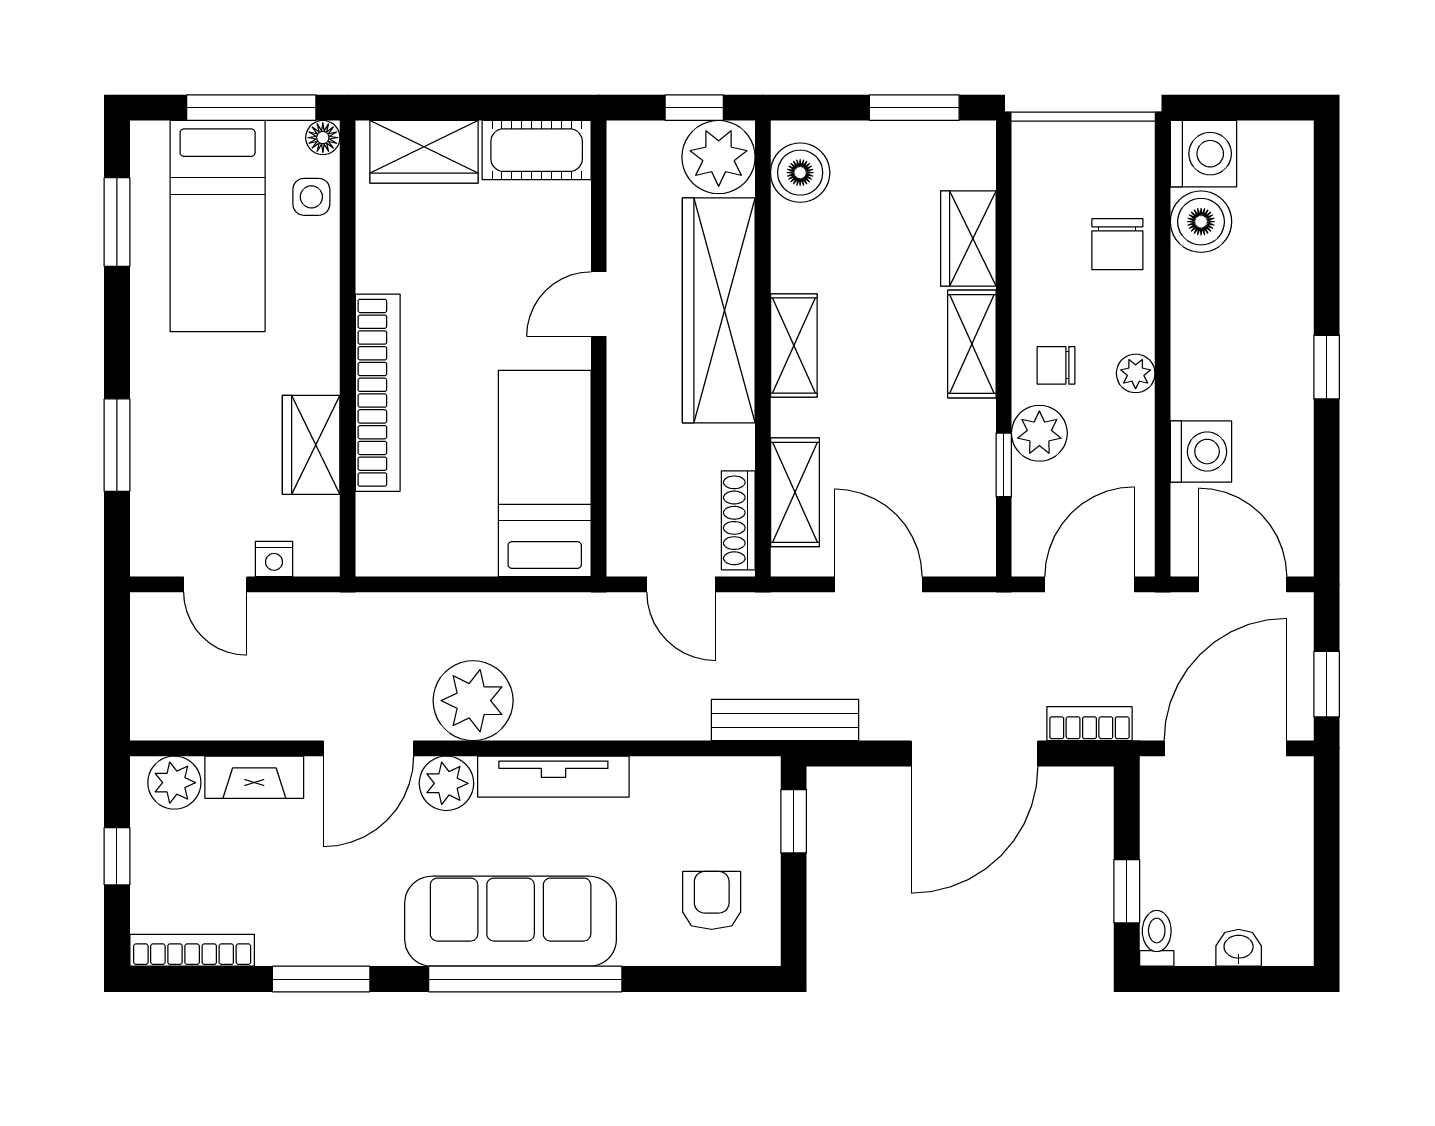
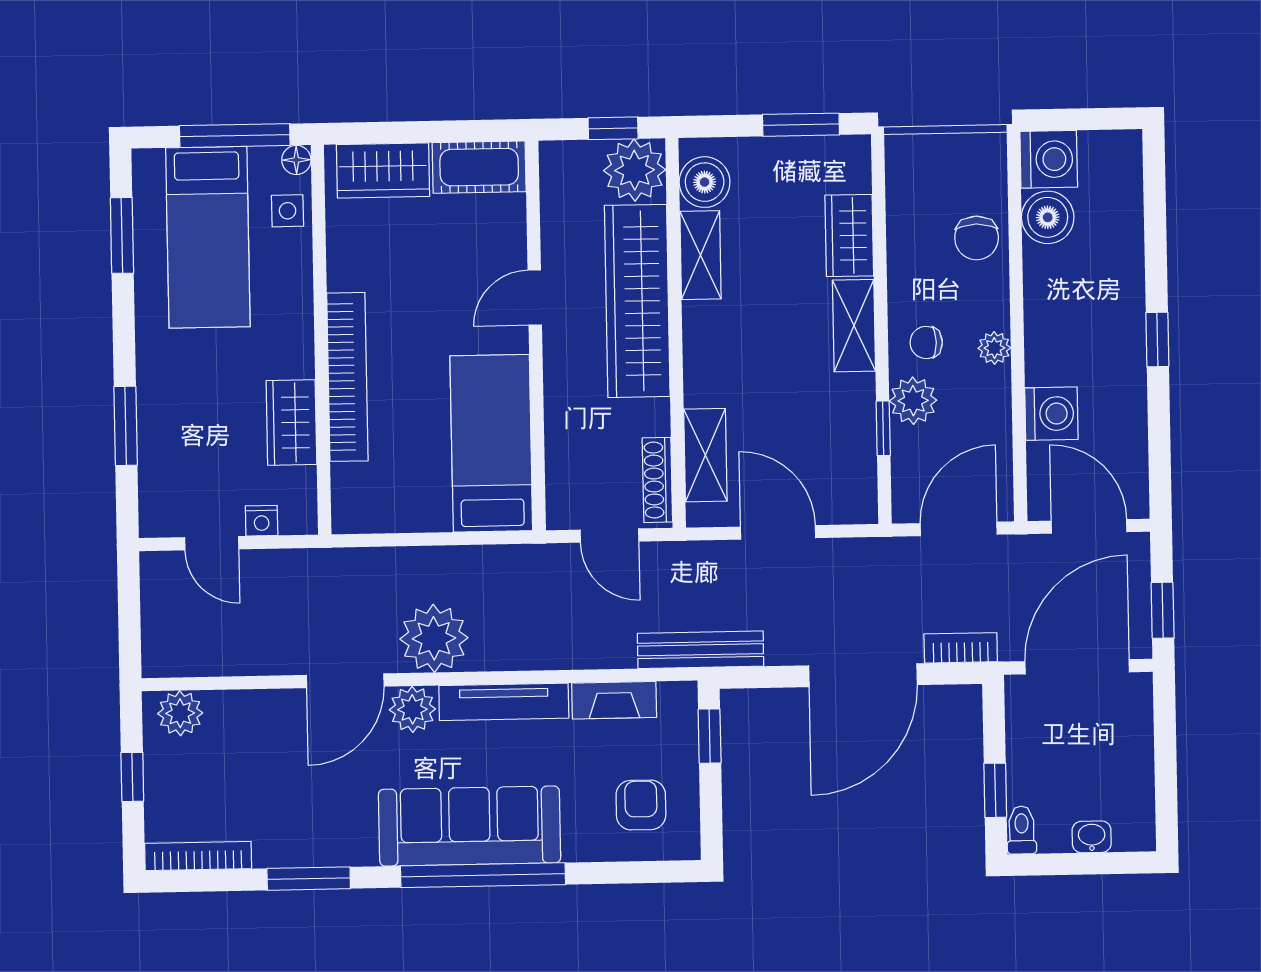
shelving: (794, 346) -> (700, 255), moved
fireplace: (254, 777) -> (614, 700), moved

